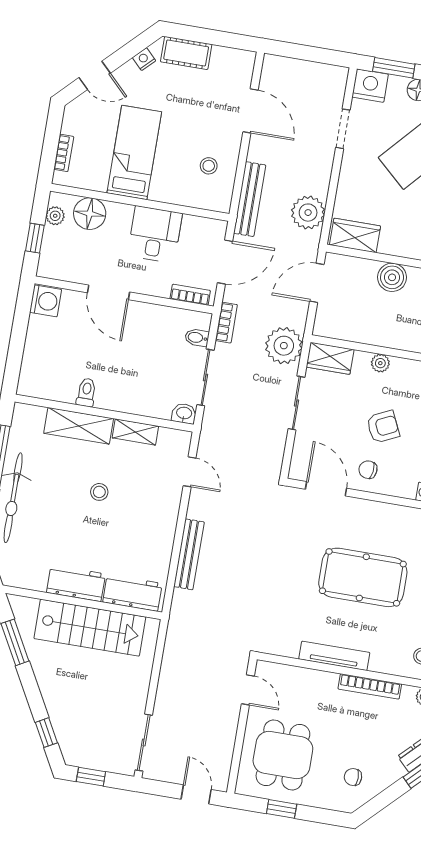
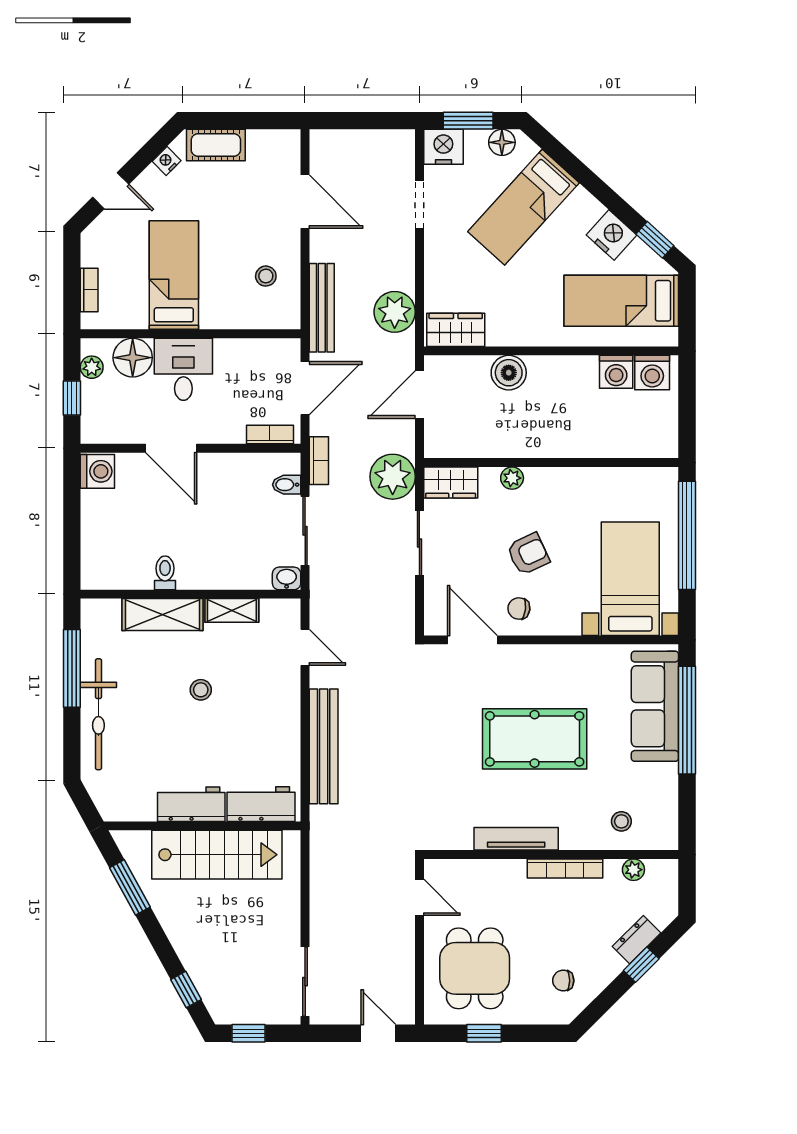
desk: (155, 234) -> (183, 369), moved
bench: (189, 554) -> (324, 746), width x1.37, depth x1.21

